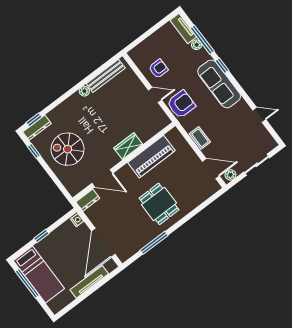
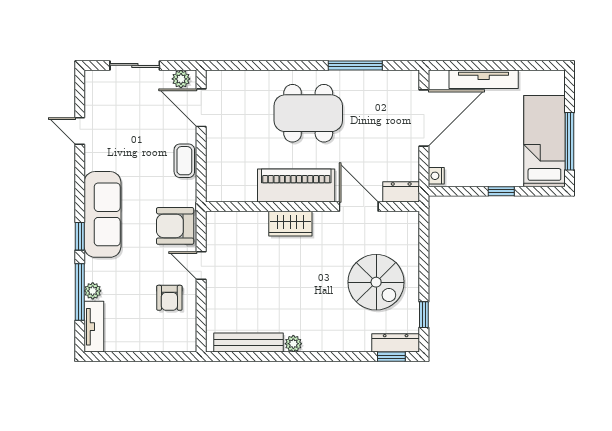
armchair: (158, 69) -> (169, 298), turned -90
piano: (151, 157) -> (296, 185), moved
dining table: (159, 204) -> (308, 113), width x1.37

